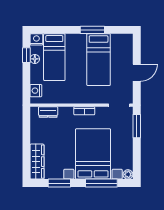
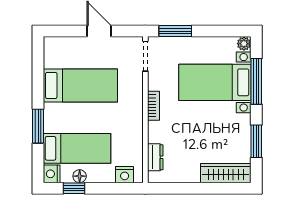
window: (92, 30) -> (38, 126), moved
bed with nightstands: (93, 154) -> (215, 82), width x0.73

